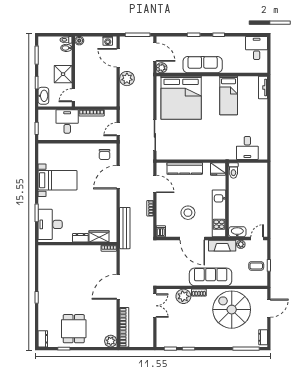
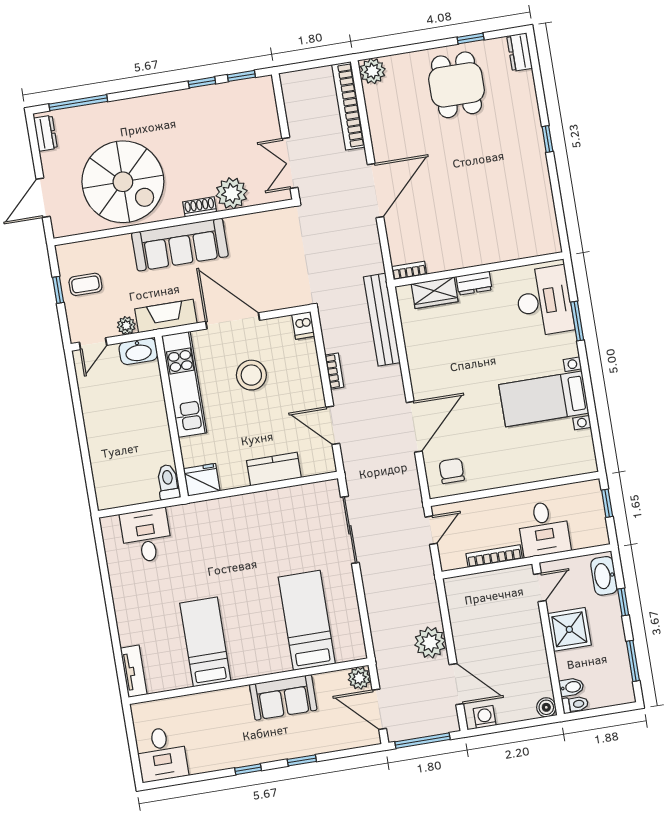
sofa: (203, 65) -> (283, 697), width x0.73
bed: (181, 98) -> (307, 620), width x0.49
kitchen counter: (185, 168) -> (274, 469), width x0.67

